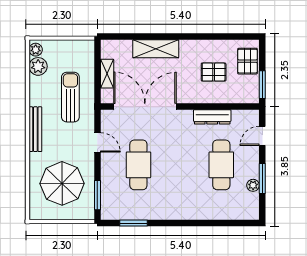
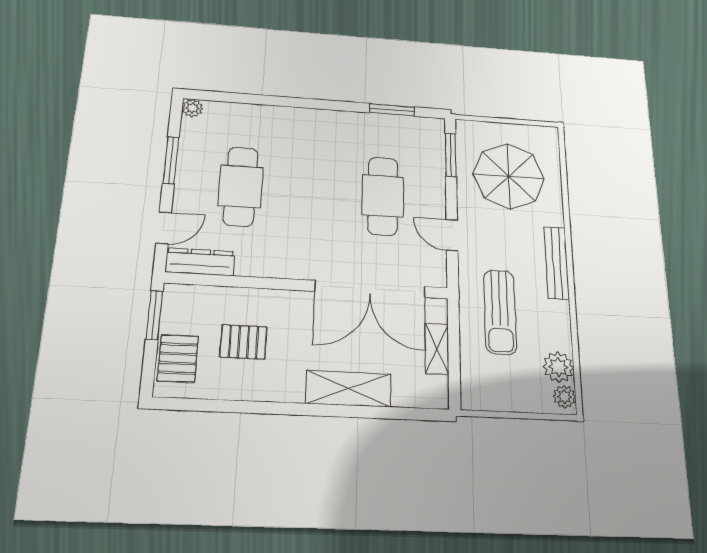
dresser: (212, 117) -> (200, 262), moved
plant: (253, 185) -> (192, 108), moved

